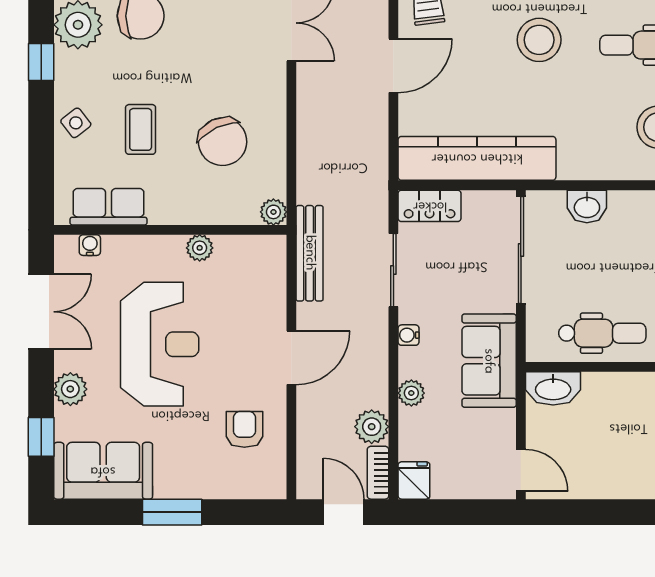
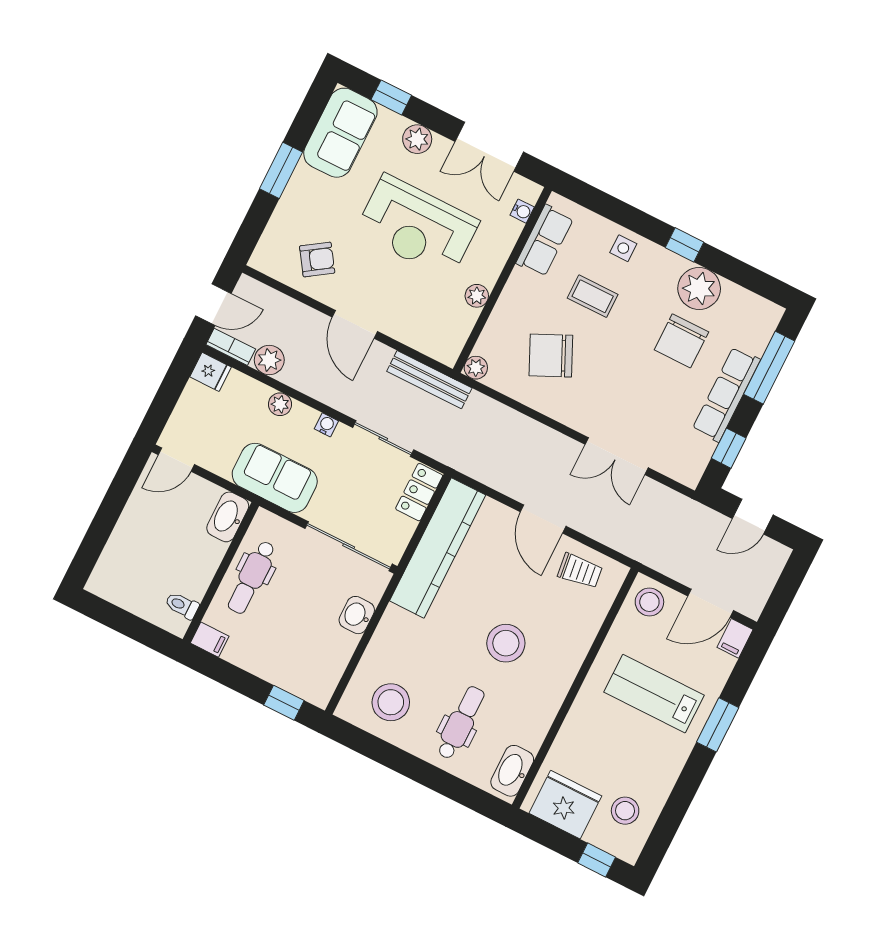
side table: (76, 123) -> (623, 248), turned 38
armchair: (244, 429) -> (317, 259), turned -34

